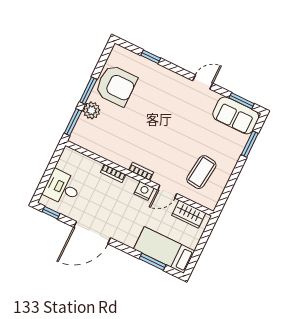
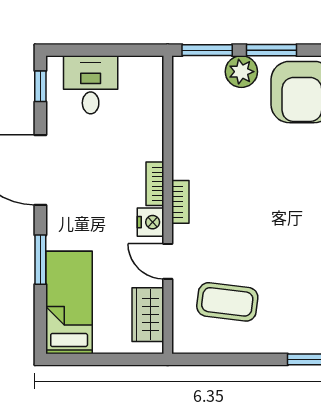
bookcase: (113, 173) -> (155, 184), moved
window: (153, 262) -> (40, 260), moved

